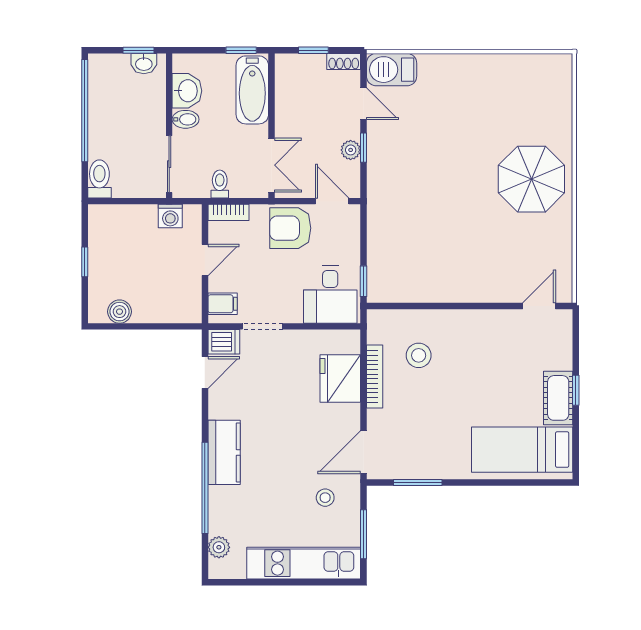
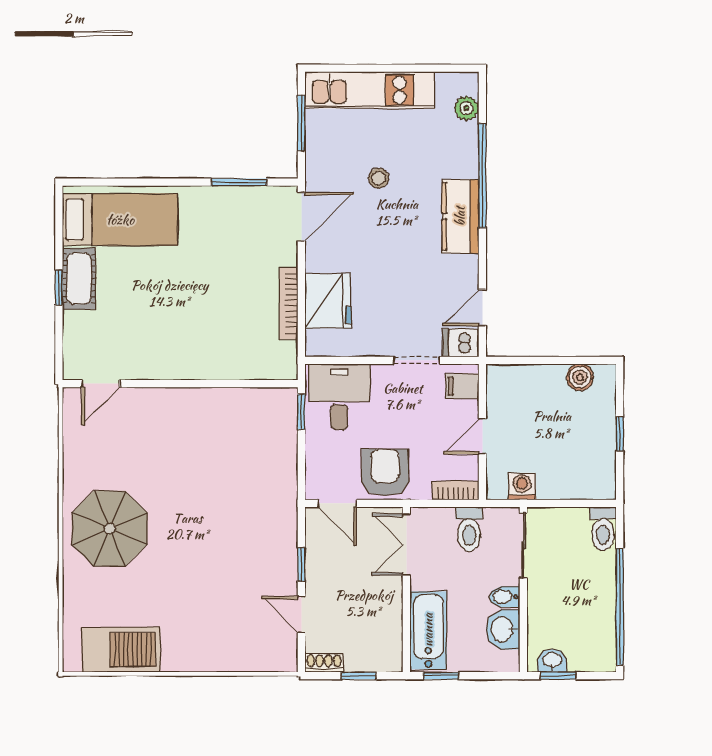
barbecue: (392, 70) -> (121, 650), moved, width x1.37, depth x1.21
plant: (351, 150) -> (316, 562), removed
toilet: (220, 184) -> (469, 529), width x1.37, depth x1.39
armchair: (290, 228) -> (385, 473), turned -90
stool: (419, 355) -> (238, 327), removed
stool: (325, 498) -> (379, 178), moved

